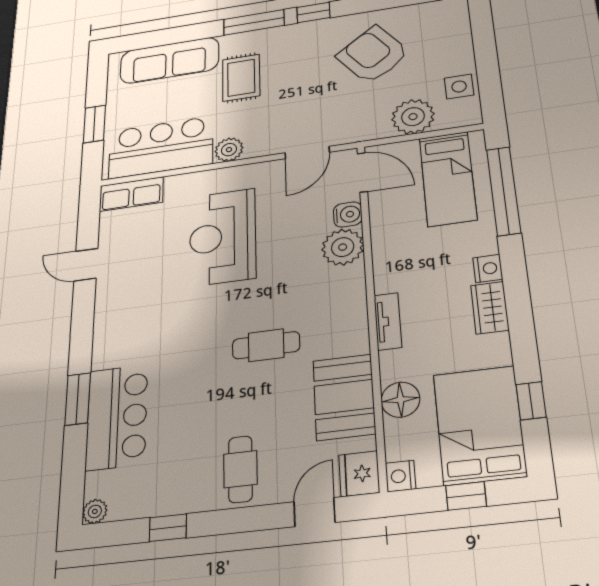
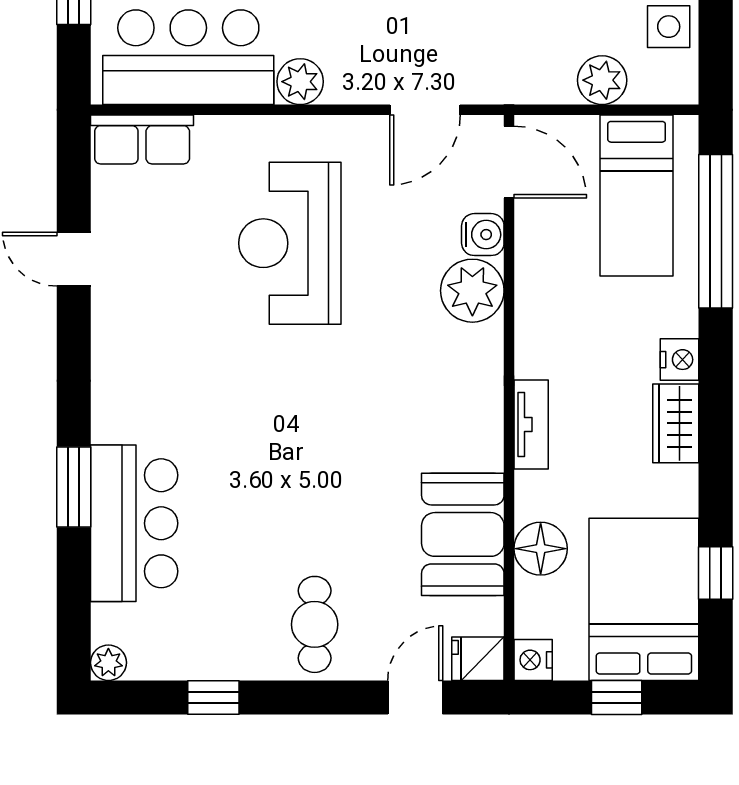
plant: (413, 117) -> (602, 80), width x0.73, depth x0.73
cafe table: (266, 345) -> (354, 438), removed
fridge: (359, 474) -> (478, 659), width x0.72

